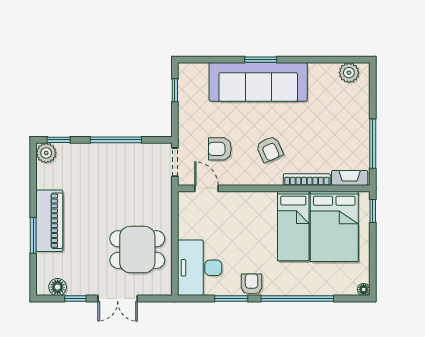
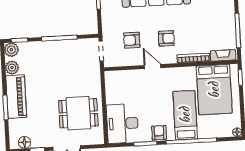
armchair: (270, 149) -> (166, 38), turned -66
plant: (46, 179) -> (12, 68), added
door: (206, 188) -> (152, 67), moved
bed: (293, 226) -> (185, 115), moved, turned 180

